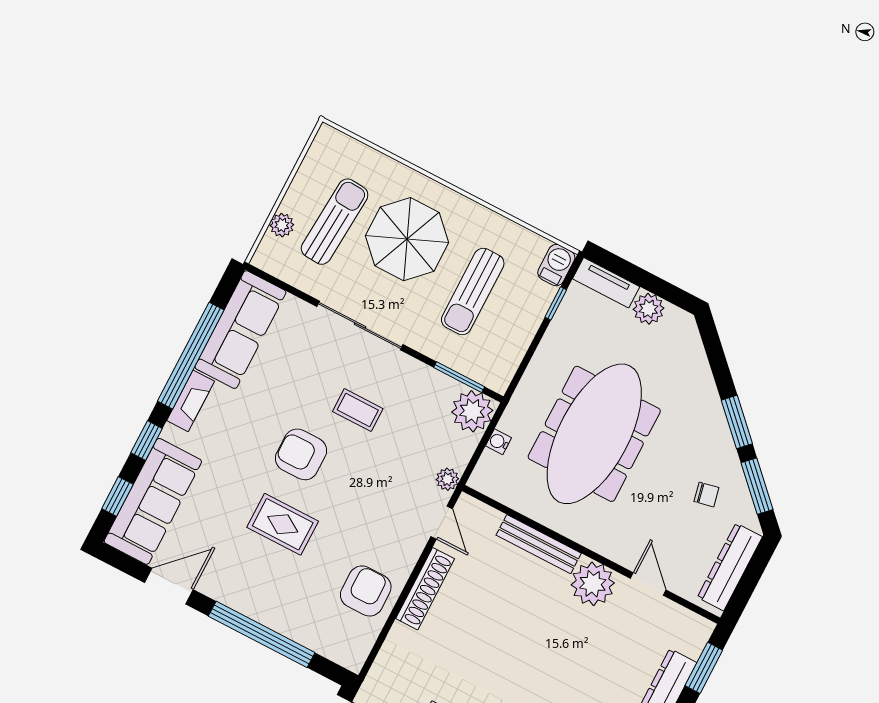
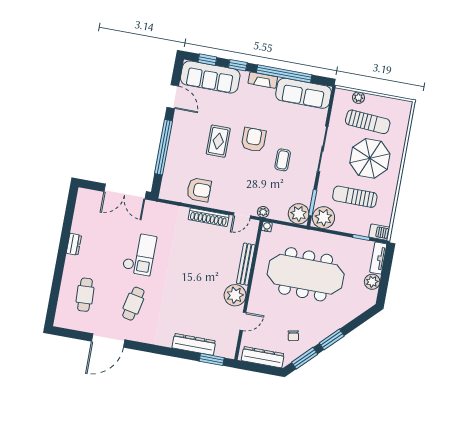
plant: (494, 365) -> (323, 218), added
water cooler: (499, 442) -> (267, 227), moved

